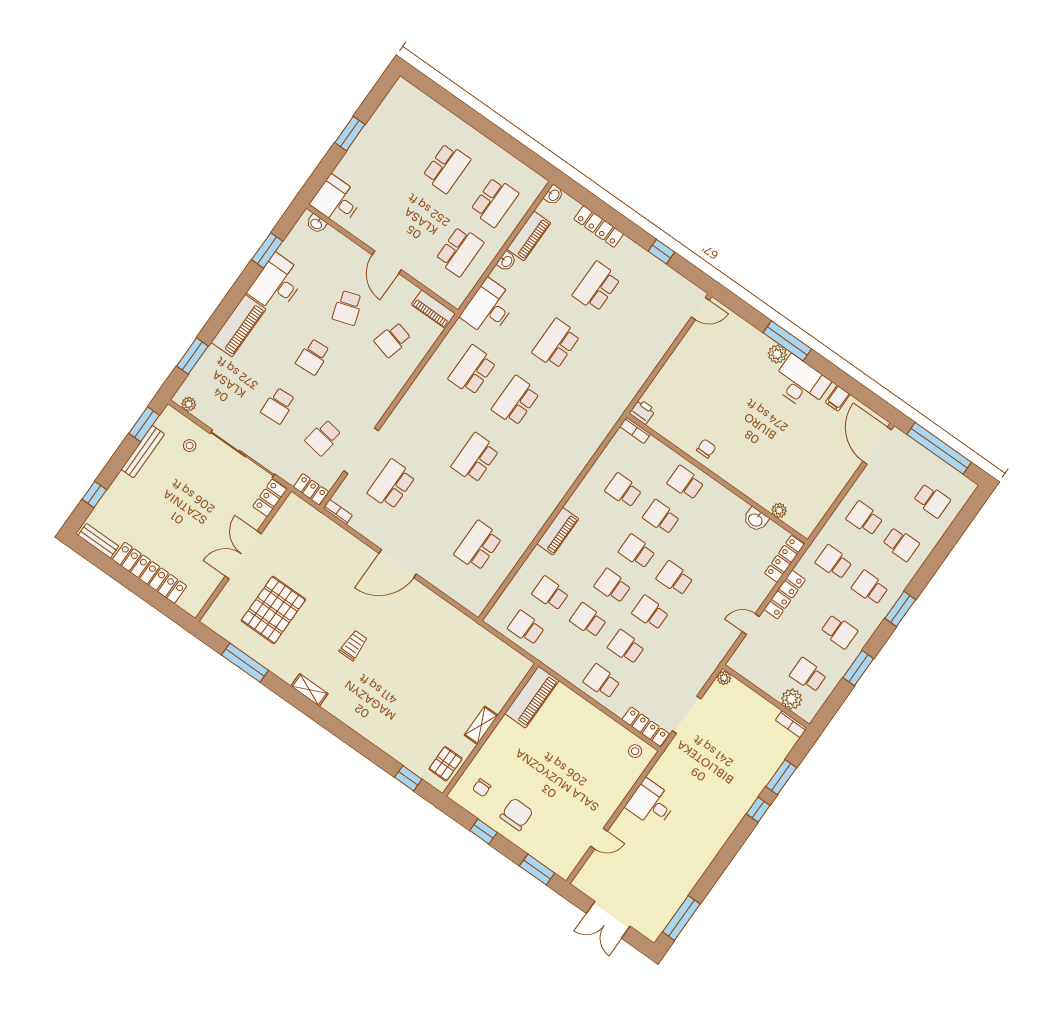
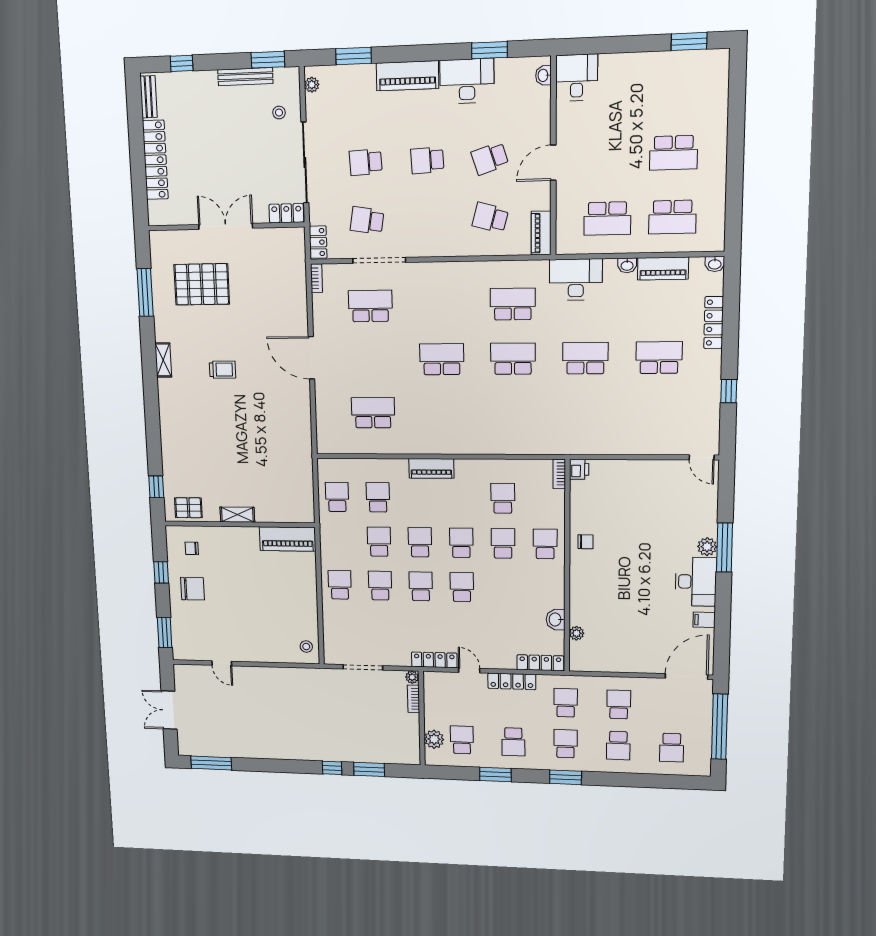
window: (350, 134) -> (689, 42), moved
bookcase: (791, 724) -> (414, 699), moved
locker: (646, 727) -> (434, 660), moved, turned -90
desk: (651, 804) -> (277, 685), removed

